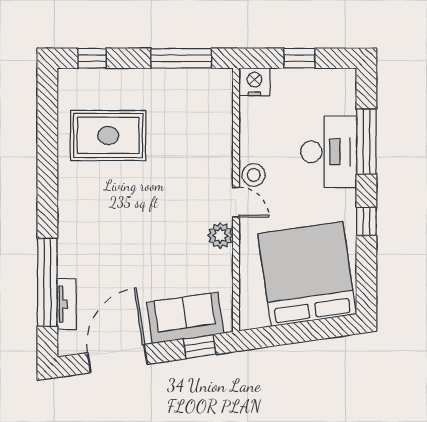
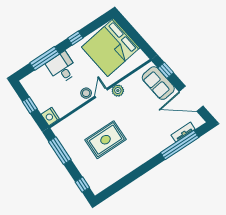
rug: (108, 135) -> (106, 140), moved, turned 90
desk: (329, 152) -> (62, 68), width x0.73

